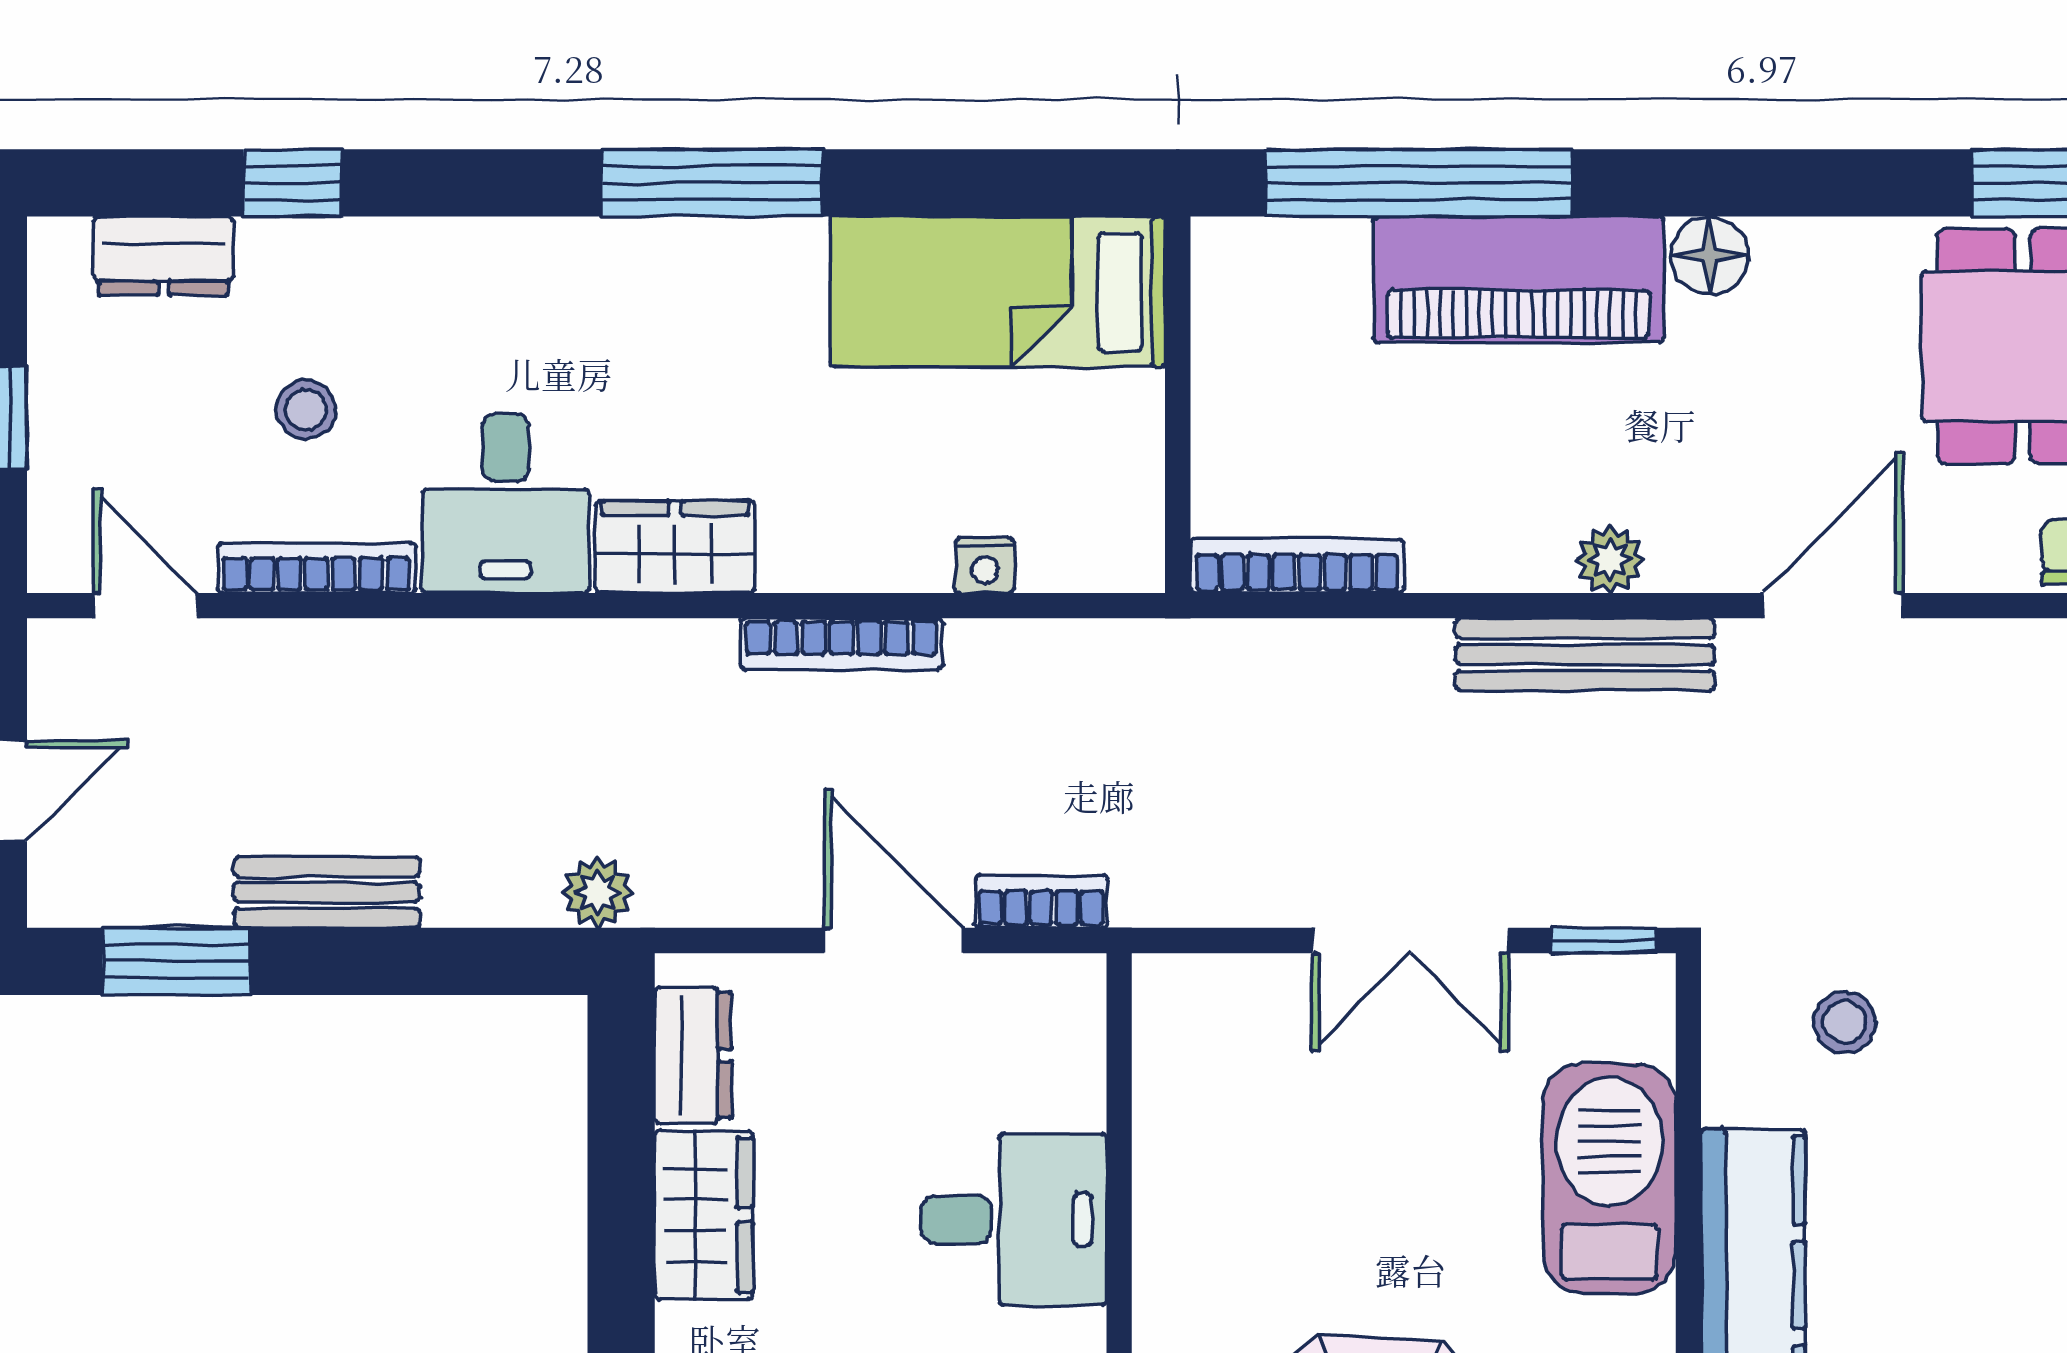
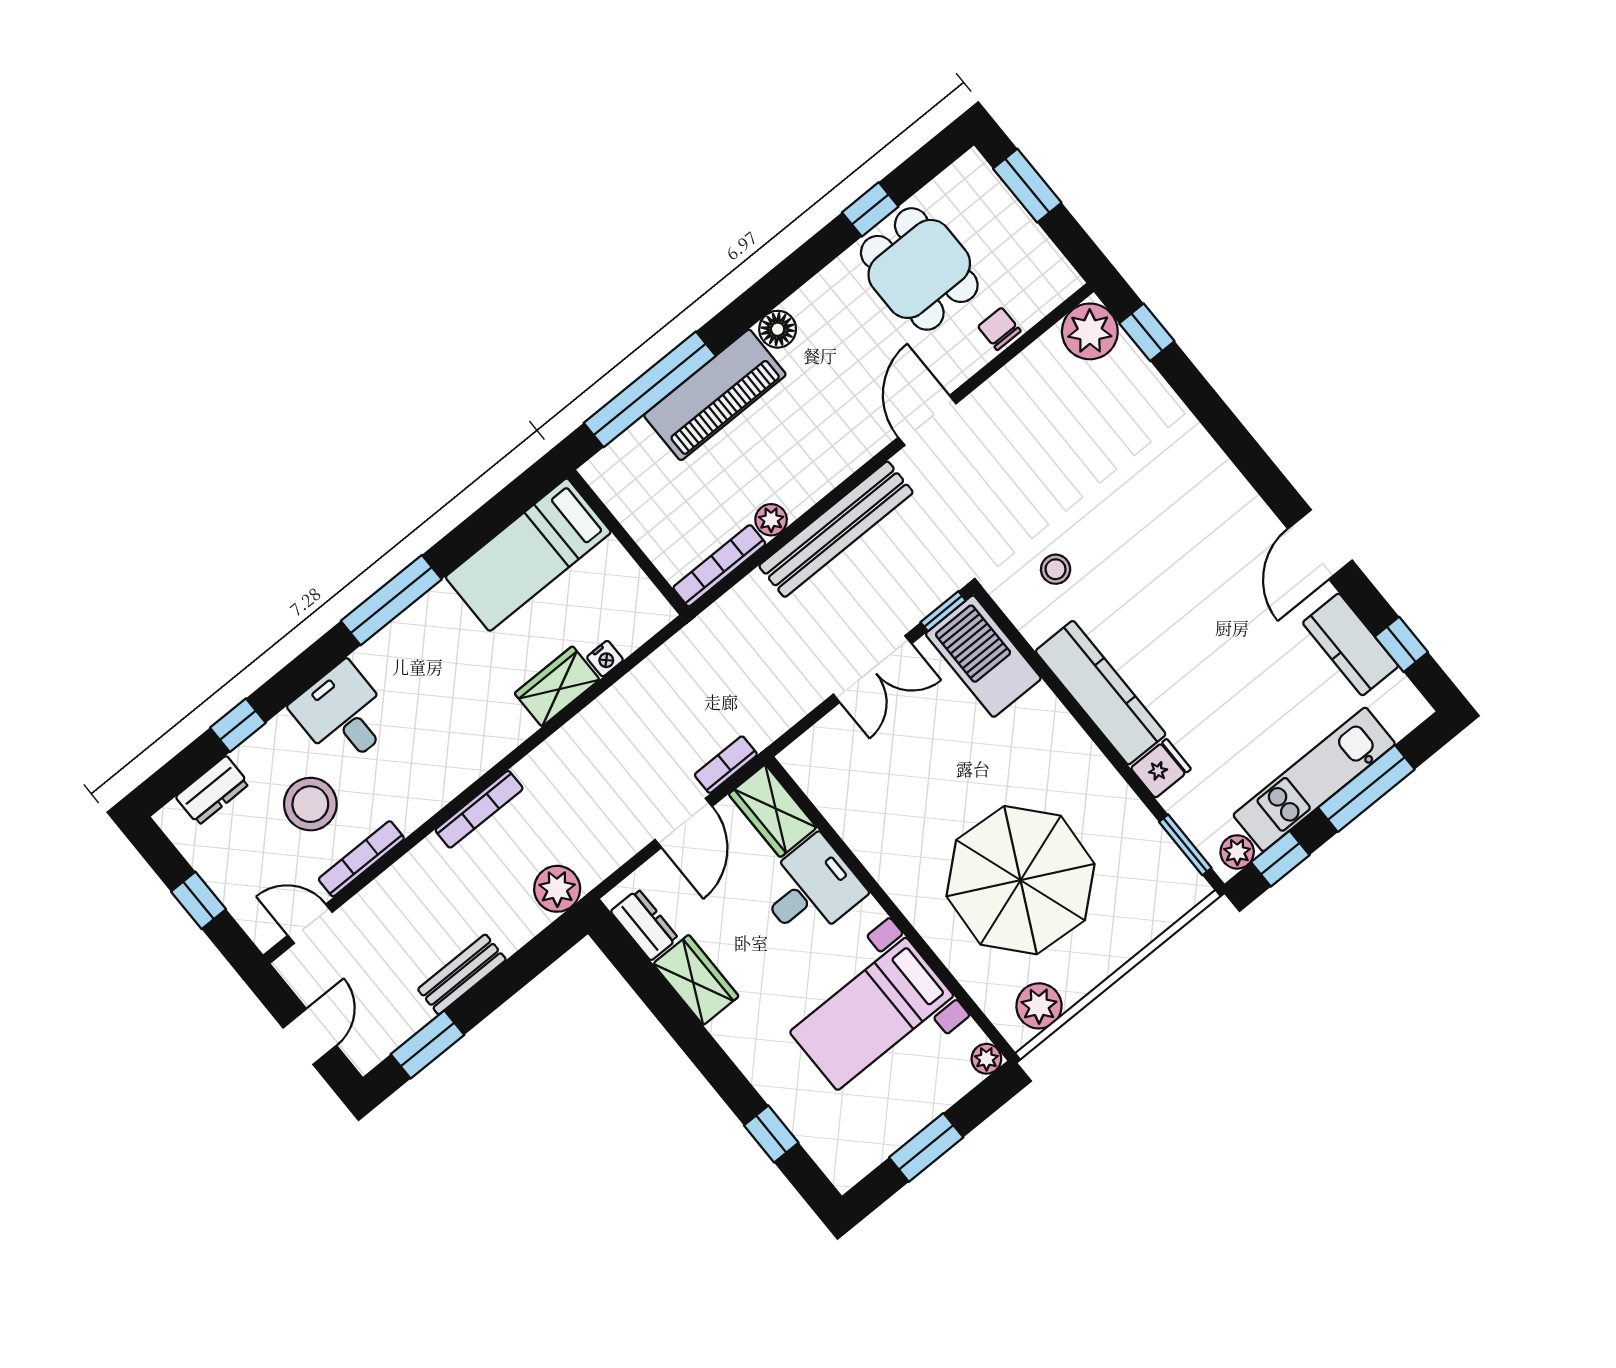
stool: (306, 410) -> (310, 804), width x1.89, depth x1.89
desk: (505, 503) -> (343, 715), moved, turned 180
wardrobe: (675, 547) -> (557, 686), moved
plant: (1610, 560) -> (771, 520), moved
bookcase: (841, 644) -> (479, 809), moved
bench: (1585, 654) -> (836, 529), width x1.37, depth x1.21
plant: (598, 893) -> (557, 889), width x1.38, depth x1.38
door: (894, 940) -> (684, 823), swing flipped
wardrobe: (1056, 1040) -> (773, 811), added
barbecue: (1609, 1178) -> (983, 656), moved

